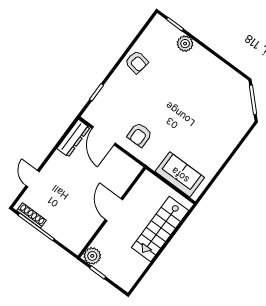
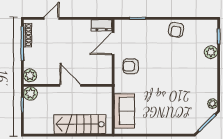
plant: (238, 80) -> (213, 104), added
dresser: (73, 138) -> (102, 25), width x0.70
door: (114, 210) -> (70, 85), hinge flipped
plant: (74, 243) -> (30, 75), added

